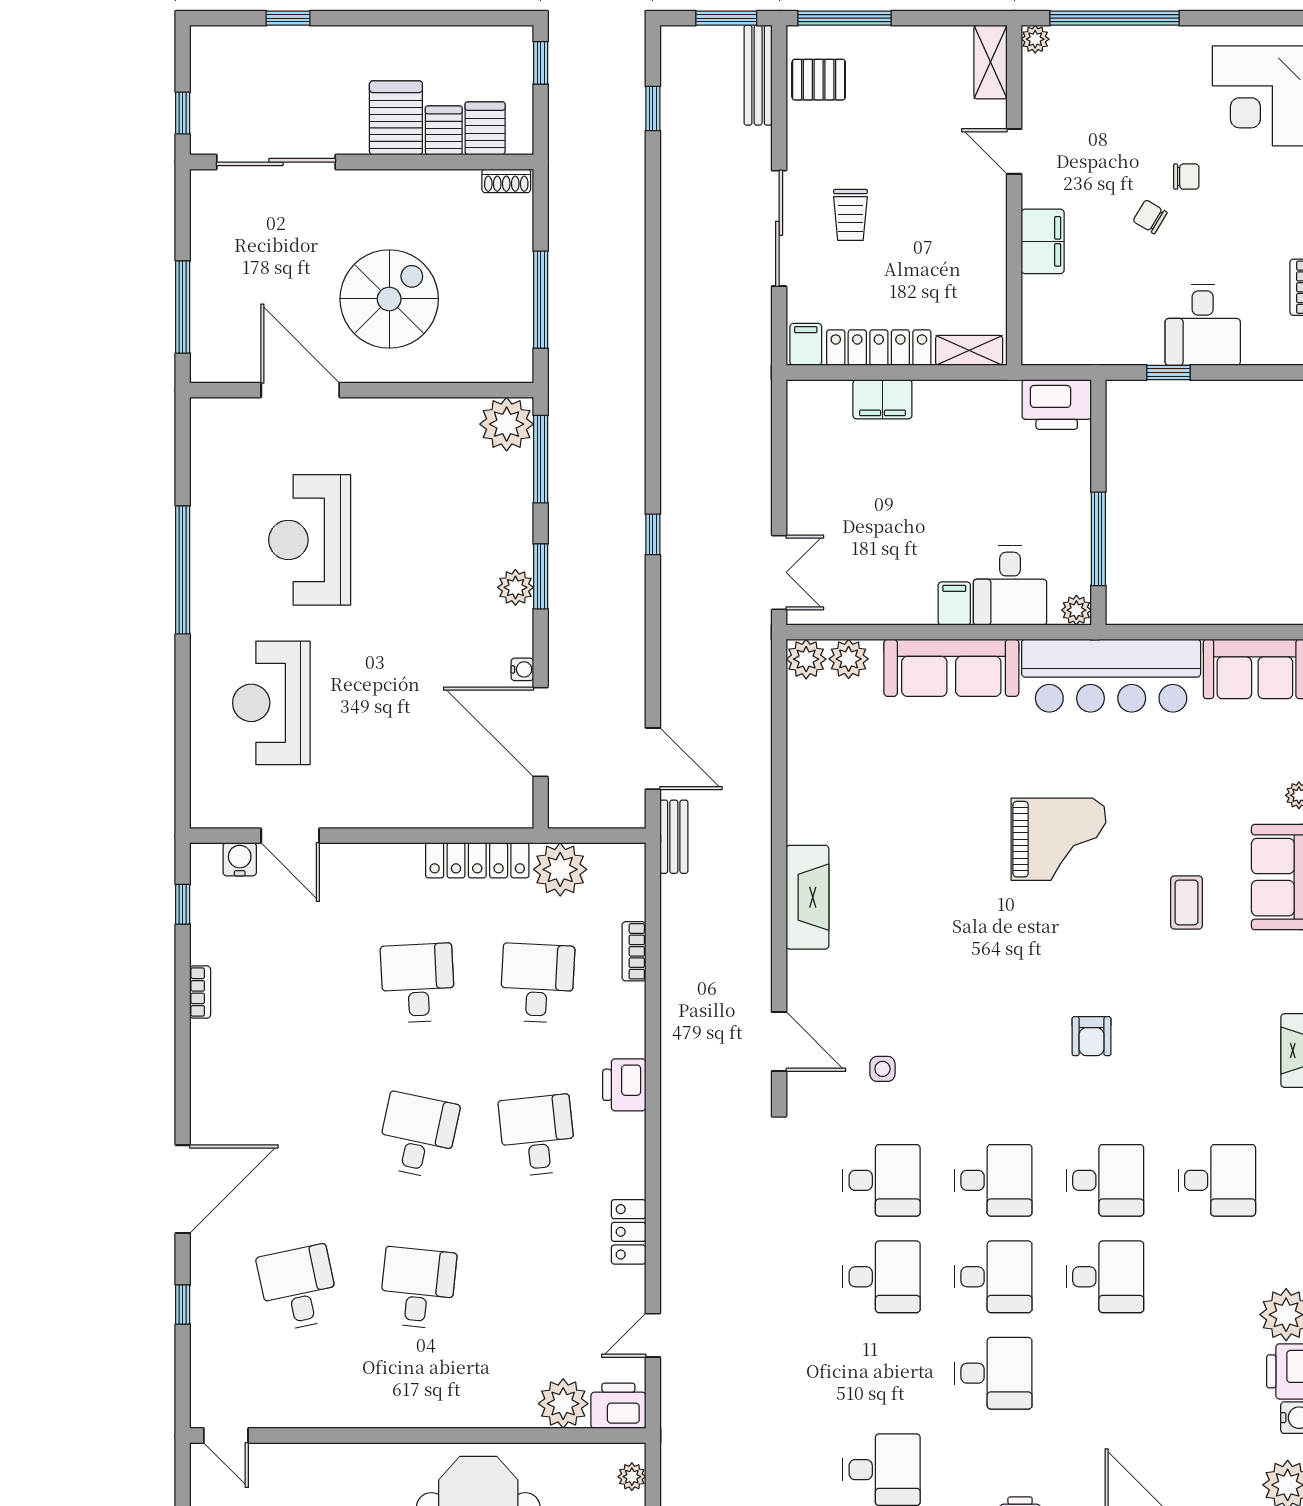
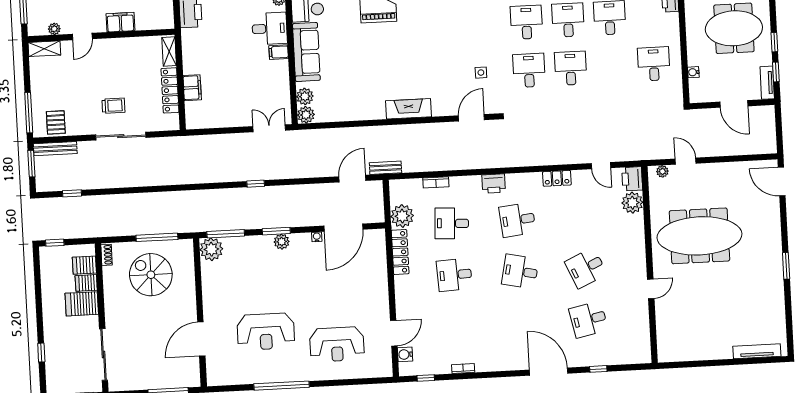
plant: (1035, 39) -> (54, 29), moved
spiral stairs: (389, 299) -> (151, 275), moved
filing cabinet: (806, 344) -> (170, 122), removed
desk: (418, 1288) -> (586, 268), turned -30
door: (226, 1436) -> (651, 289), moved

